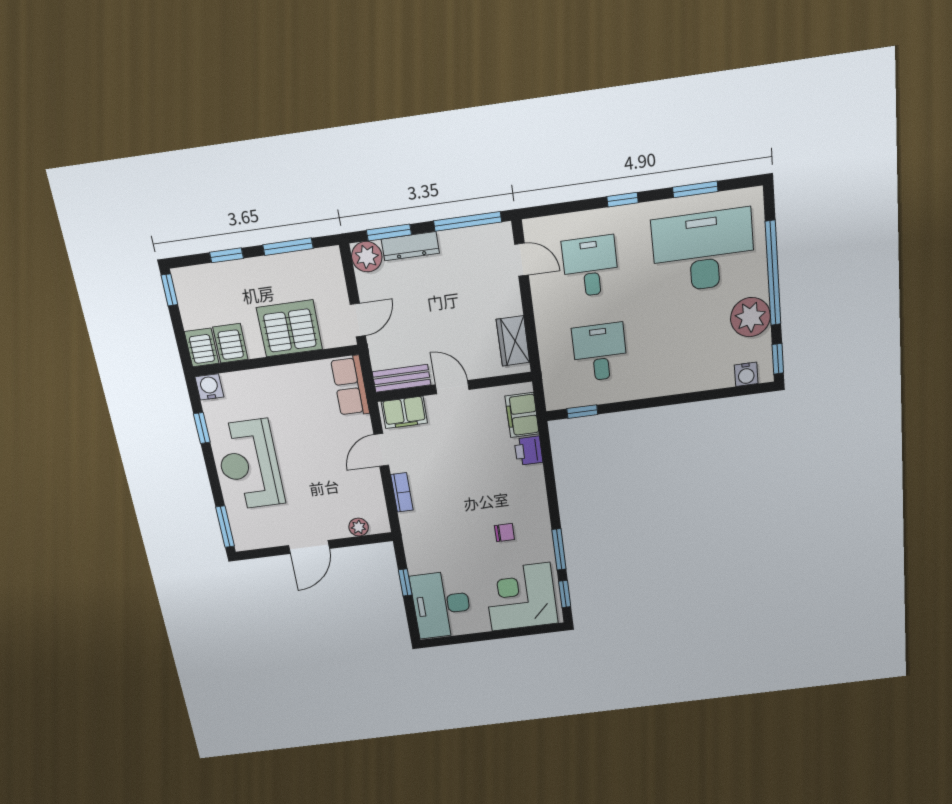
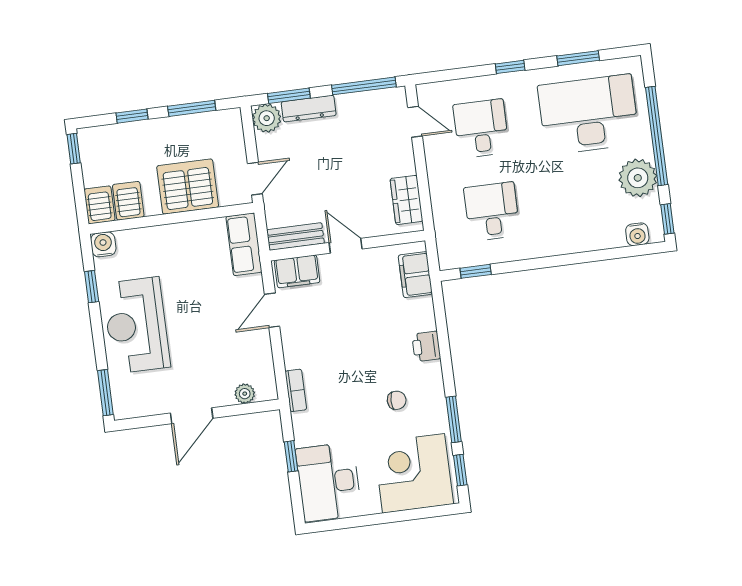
printer: (528, 451) -> (426, 346), moved
bookcase: (402, 492) -> (296, 390), moved

